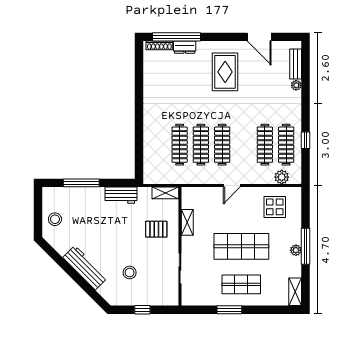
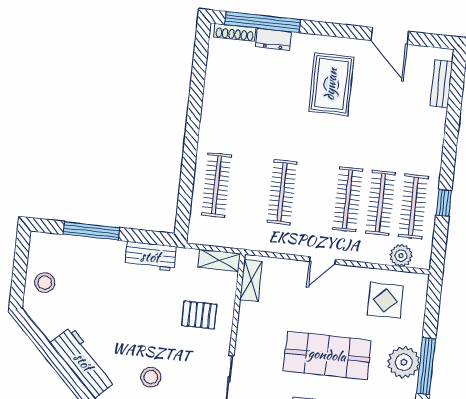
plant: (296, 85) -> (439, 117), removed
clothes rail: (180, 145) -> (216, 185), moved
clothes rail: (222, 145) -> (348, 199), moved
shelving: (187, 222) -> (251, 281), moved
plant: (296, 250) -> (404, 362), width x1.88, depth x1.88

